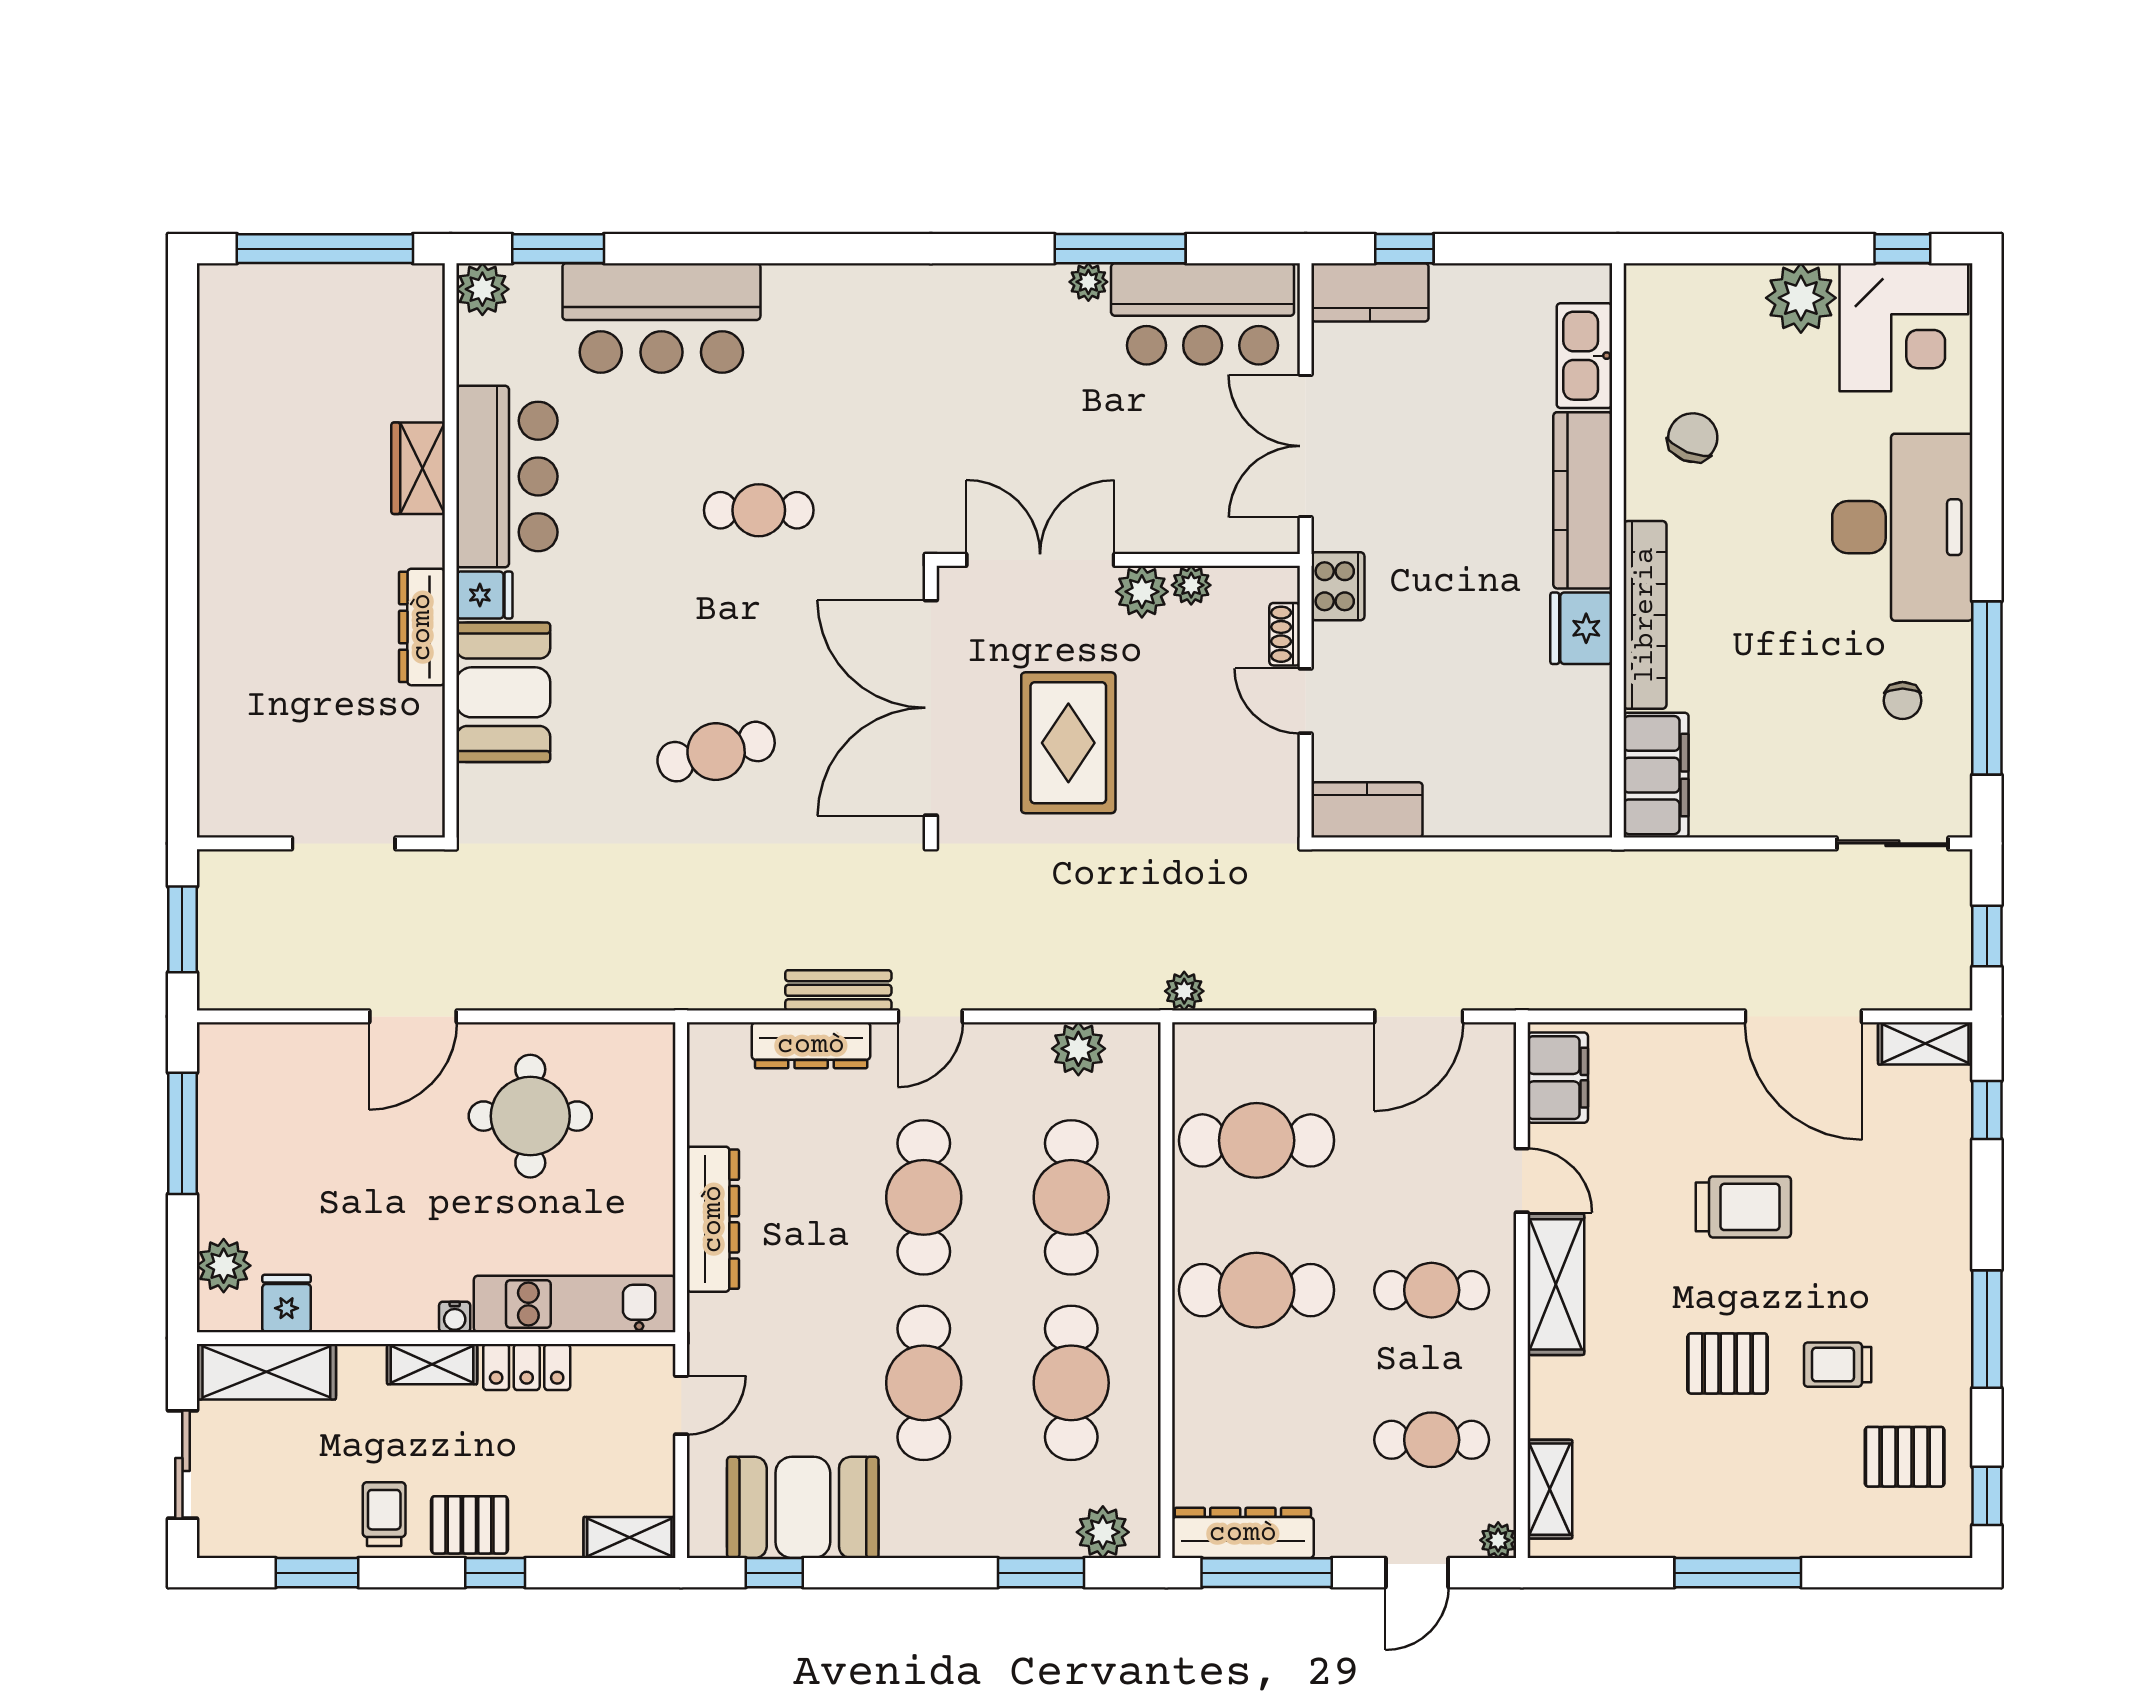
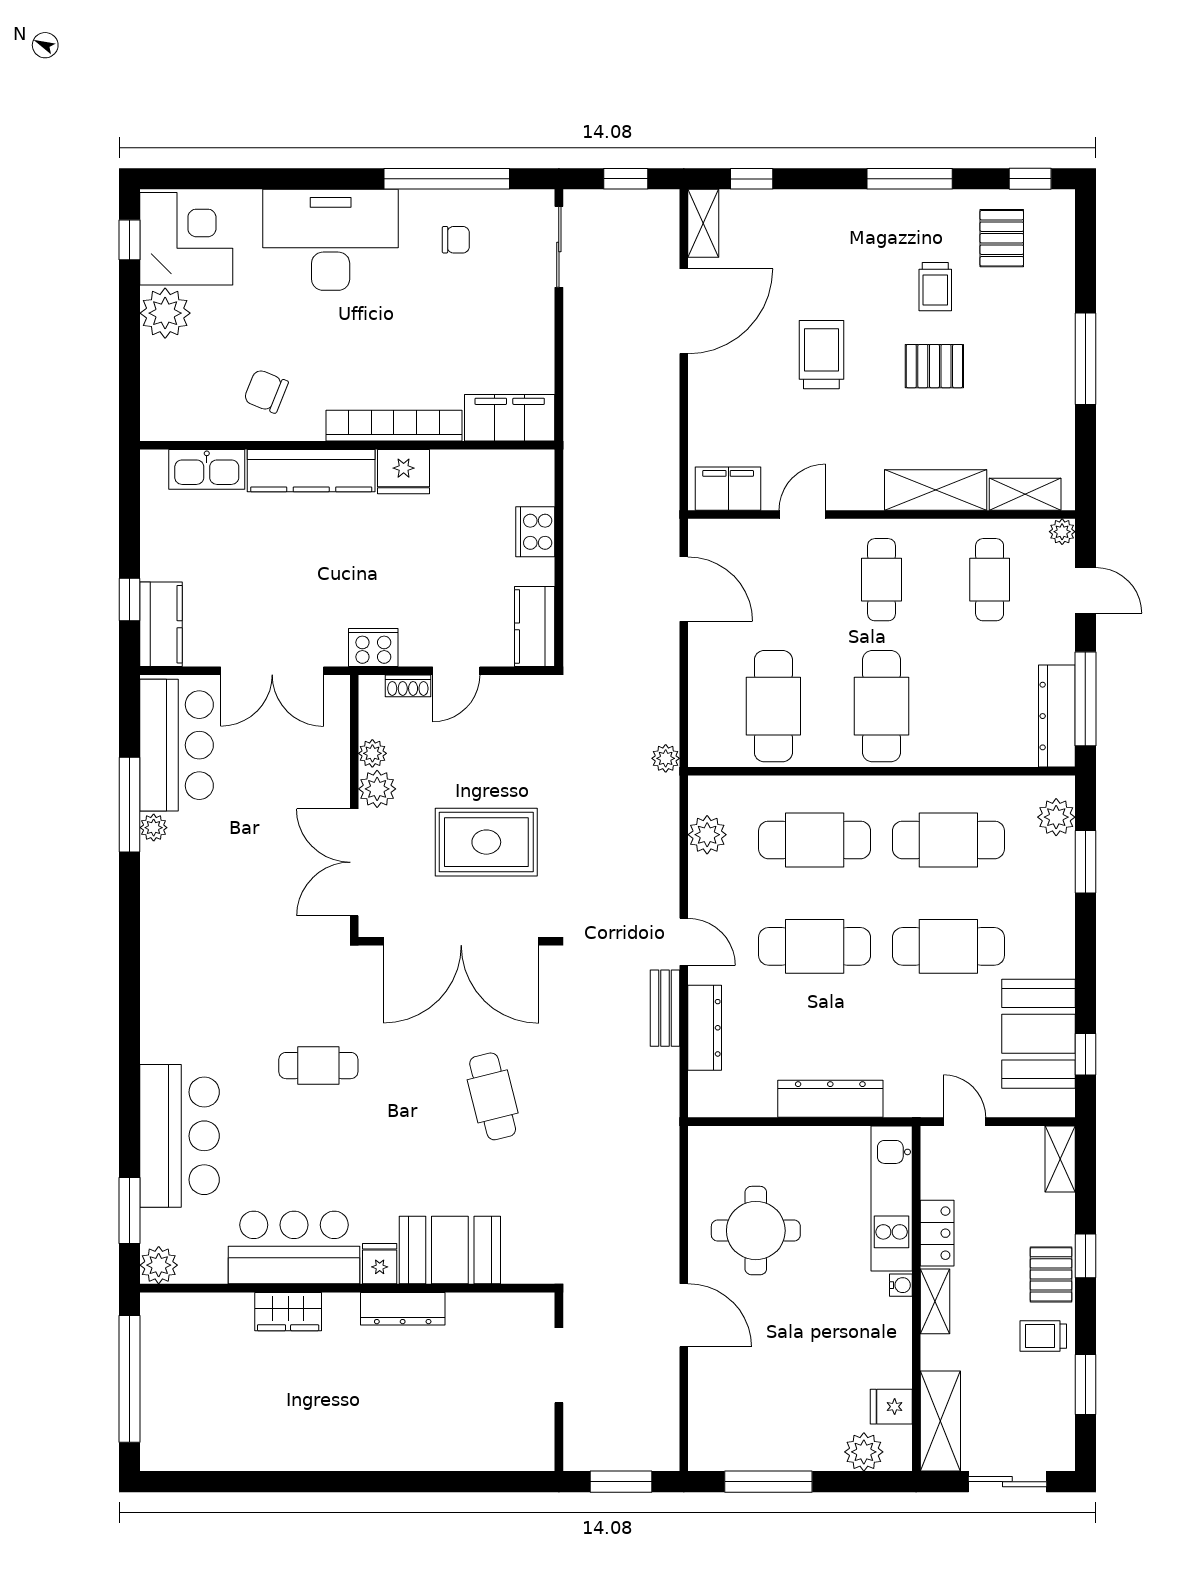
cafe table: (759, 510) -> (318, 1066), turned 90
cooker: (1498, 811) -> (535, 532), added
shelving: (1556, 1284) -> (936, 490), moved
pallet: (1728, 1363) -> (934, 366), turned 90

